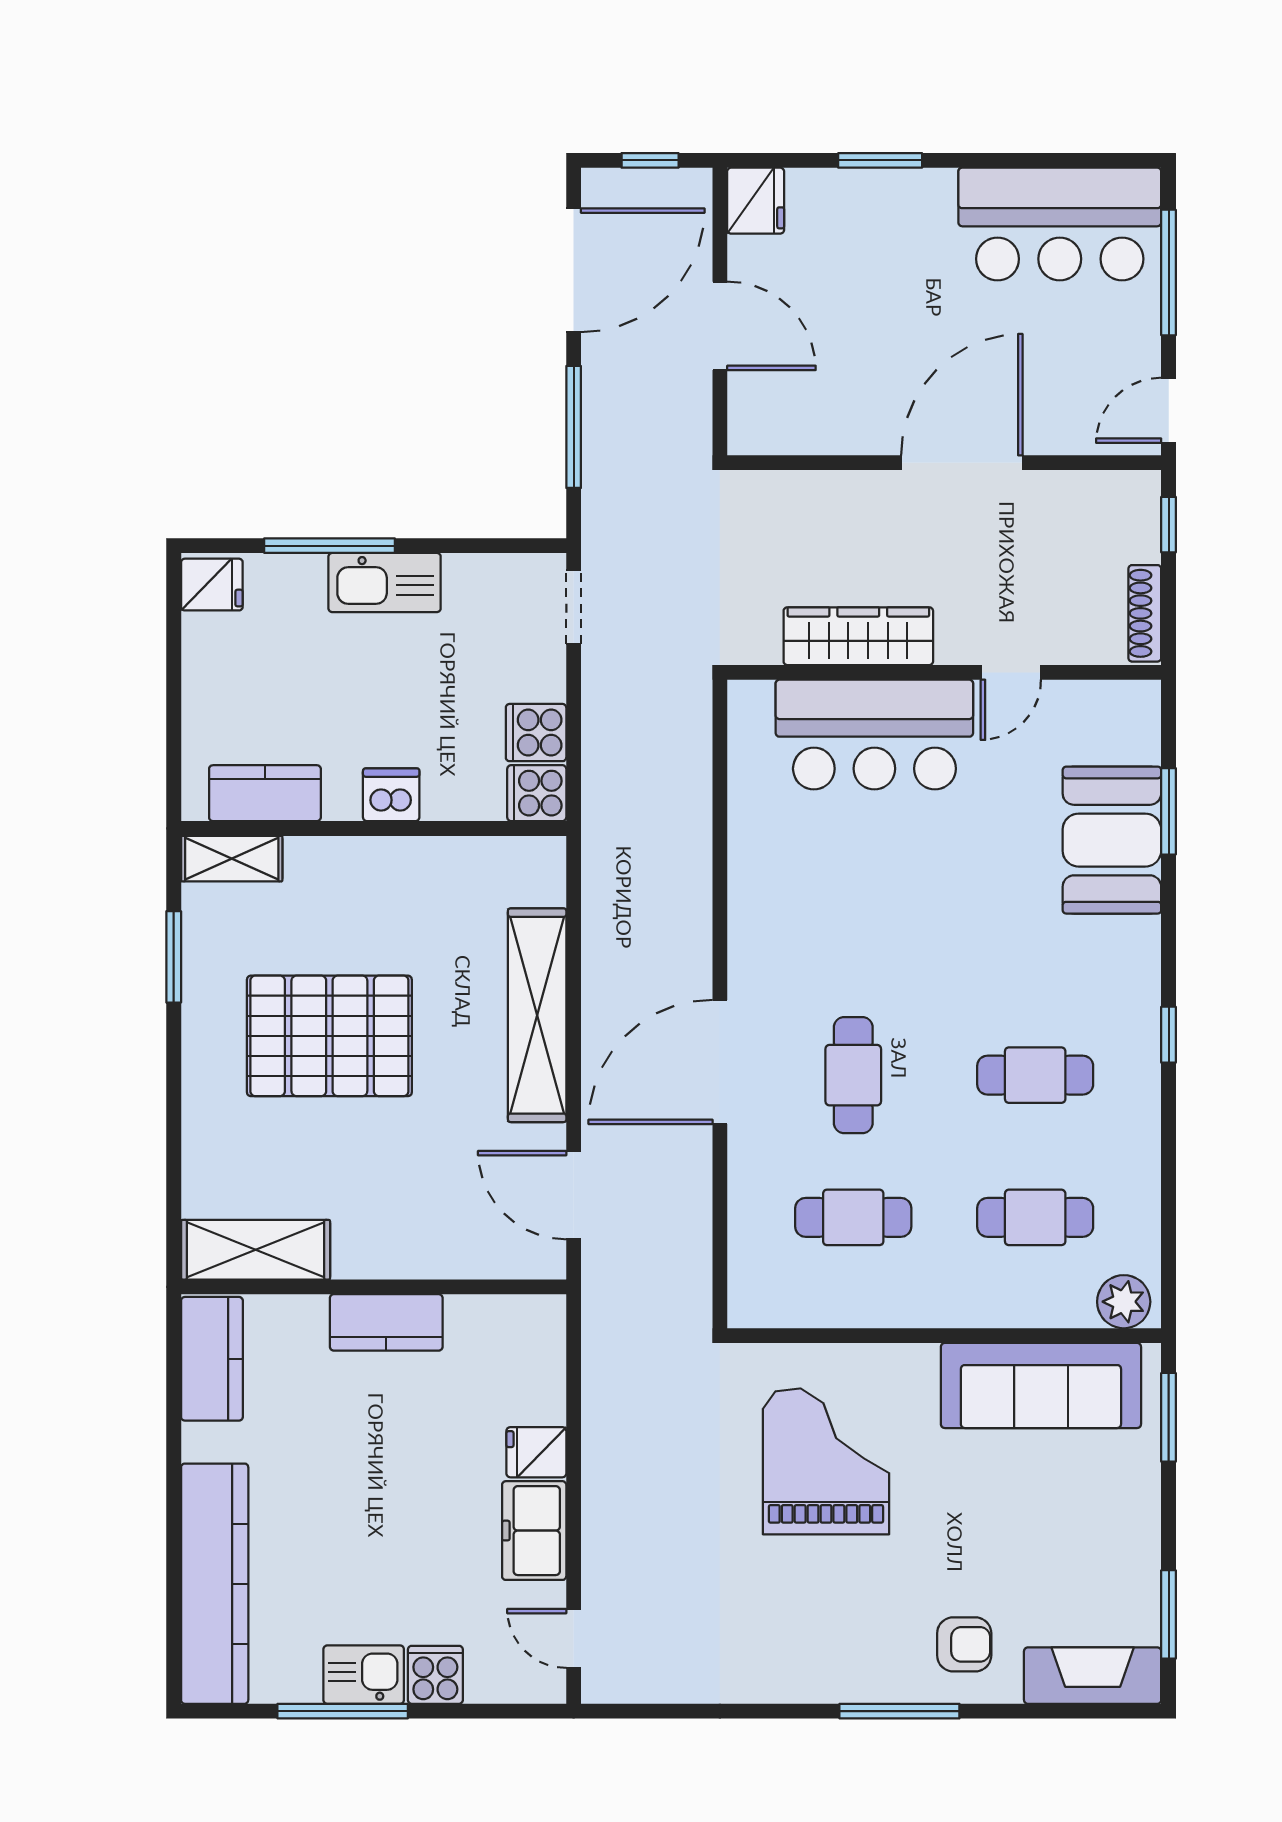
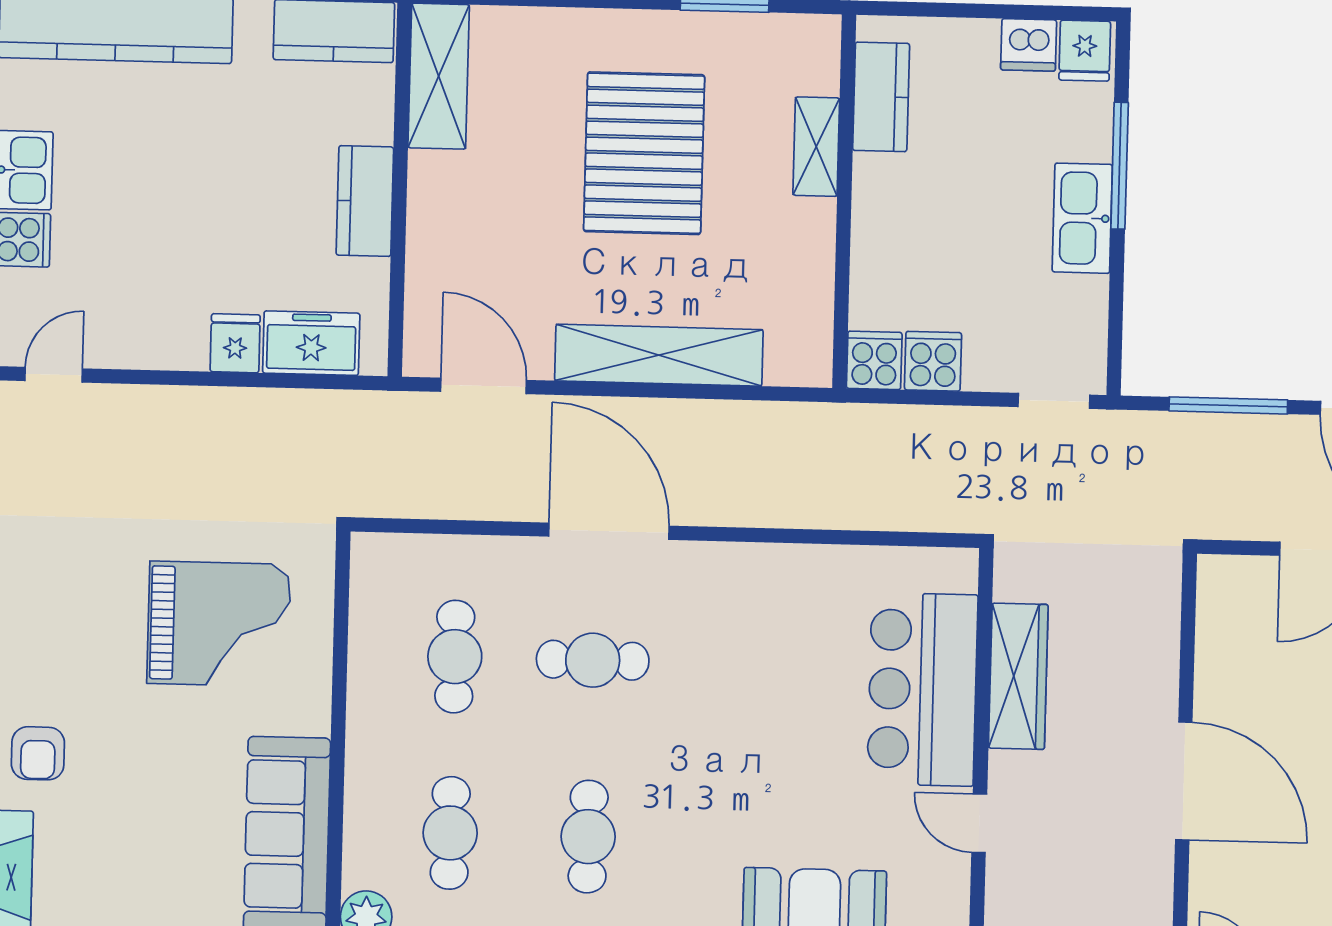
dishwasher: (391, 795) -> (1029, 45), moved, turned 90
shelving: (232, 859) -> (816, 147), moved
door: (574, 1195) -> (483, 386), hinge flipped
freezer: (534, 1531) -> (311, 343), moved

